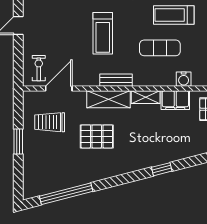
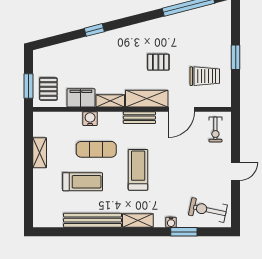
treadmill: (103, 33) -> (138, 170), moved
water cooler: (184, 79) -> (90, 119), moved
door: (59, 88) -> (181, 109), moved
pallet: (97, 136) -> (158, 62), width x0.67, depth x0.71

